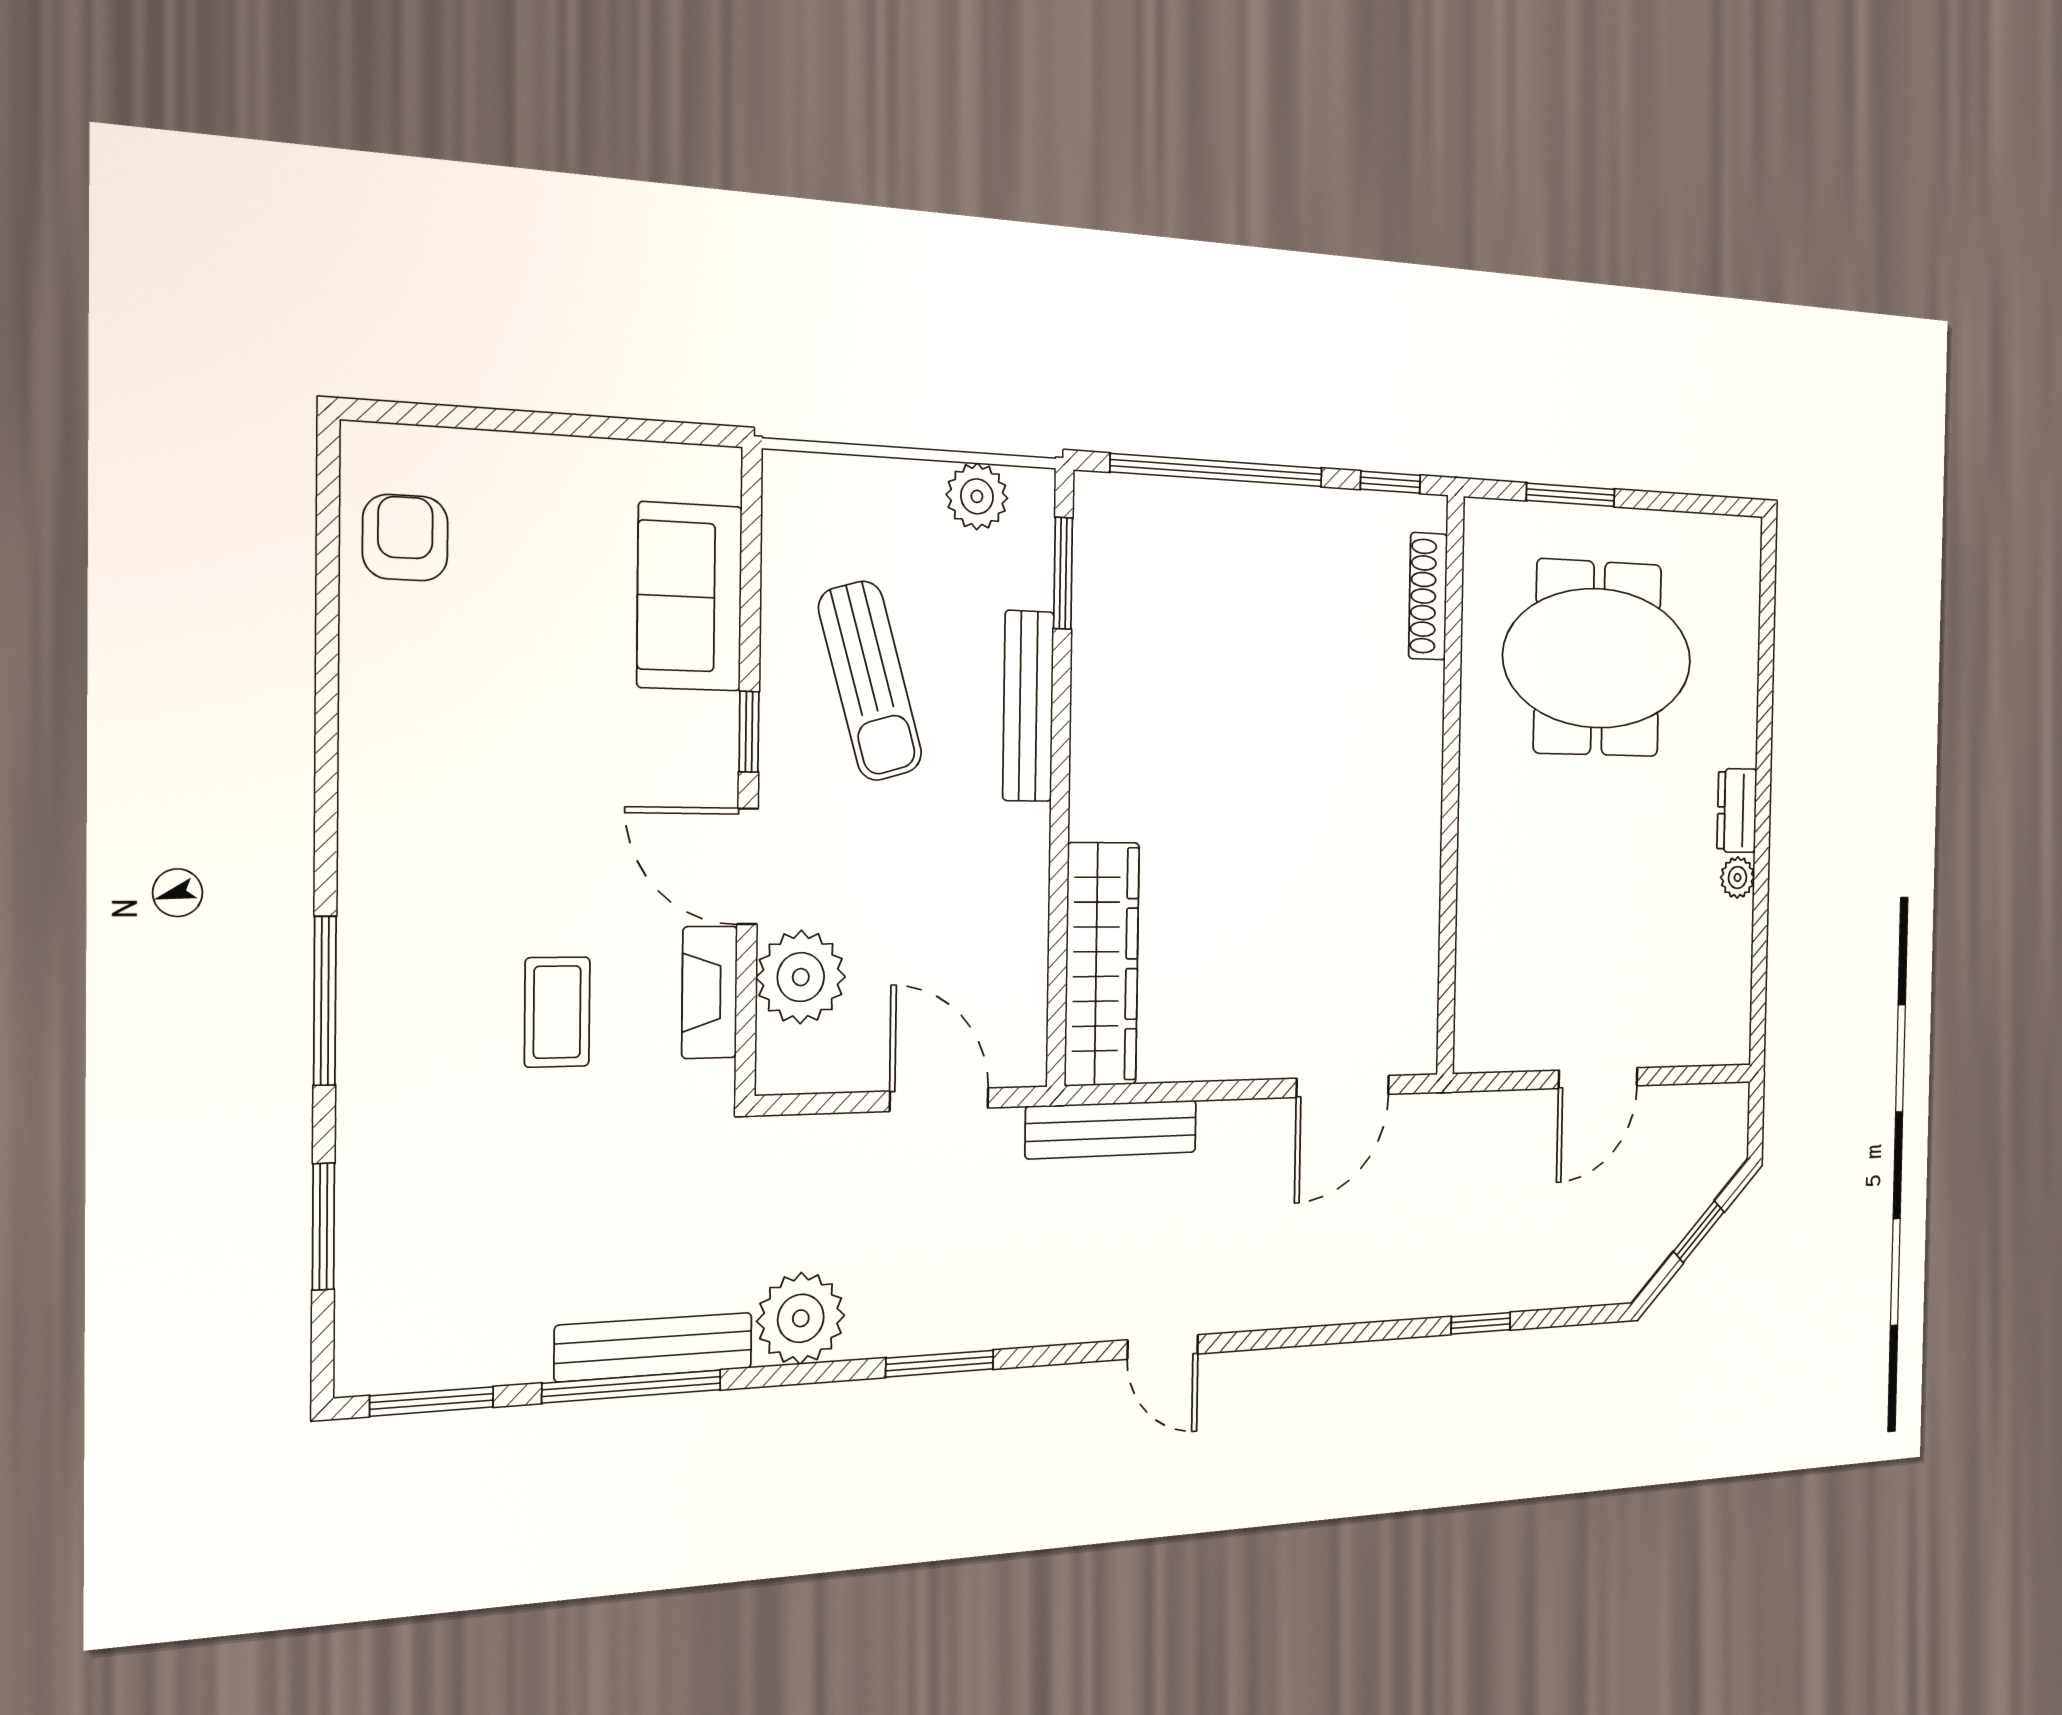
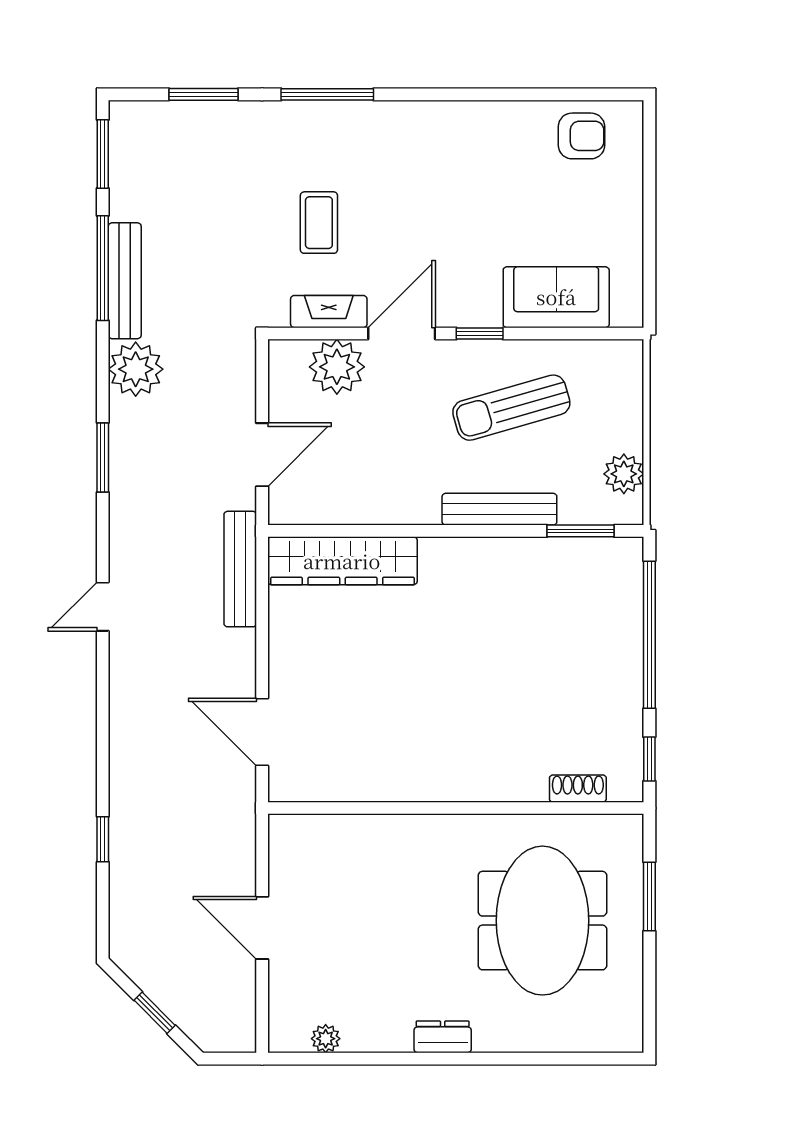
shoe rack: (1428, 596) -> (578, 789), width x0.70
plant: (1737, 878) -> (326, 1039), moved
coffee table: (557, 1012) -> (319, 223), turned 90

